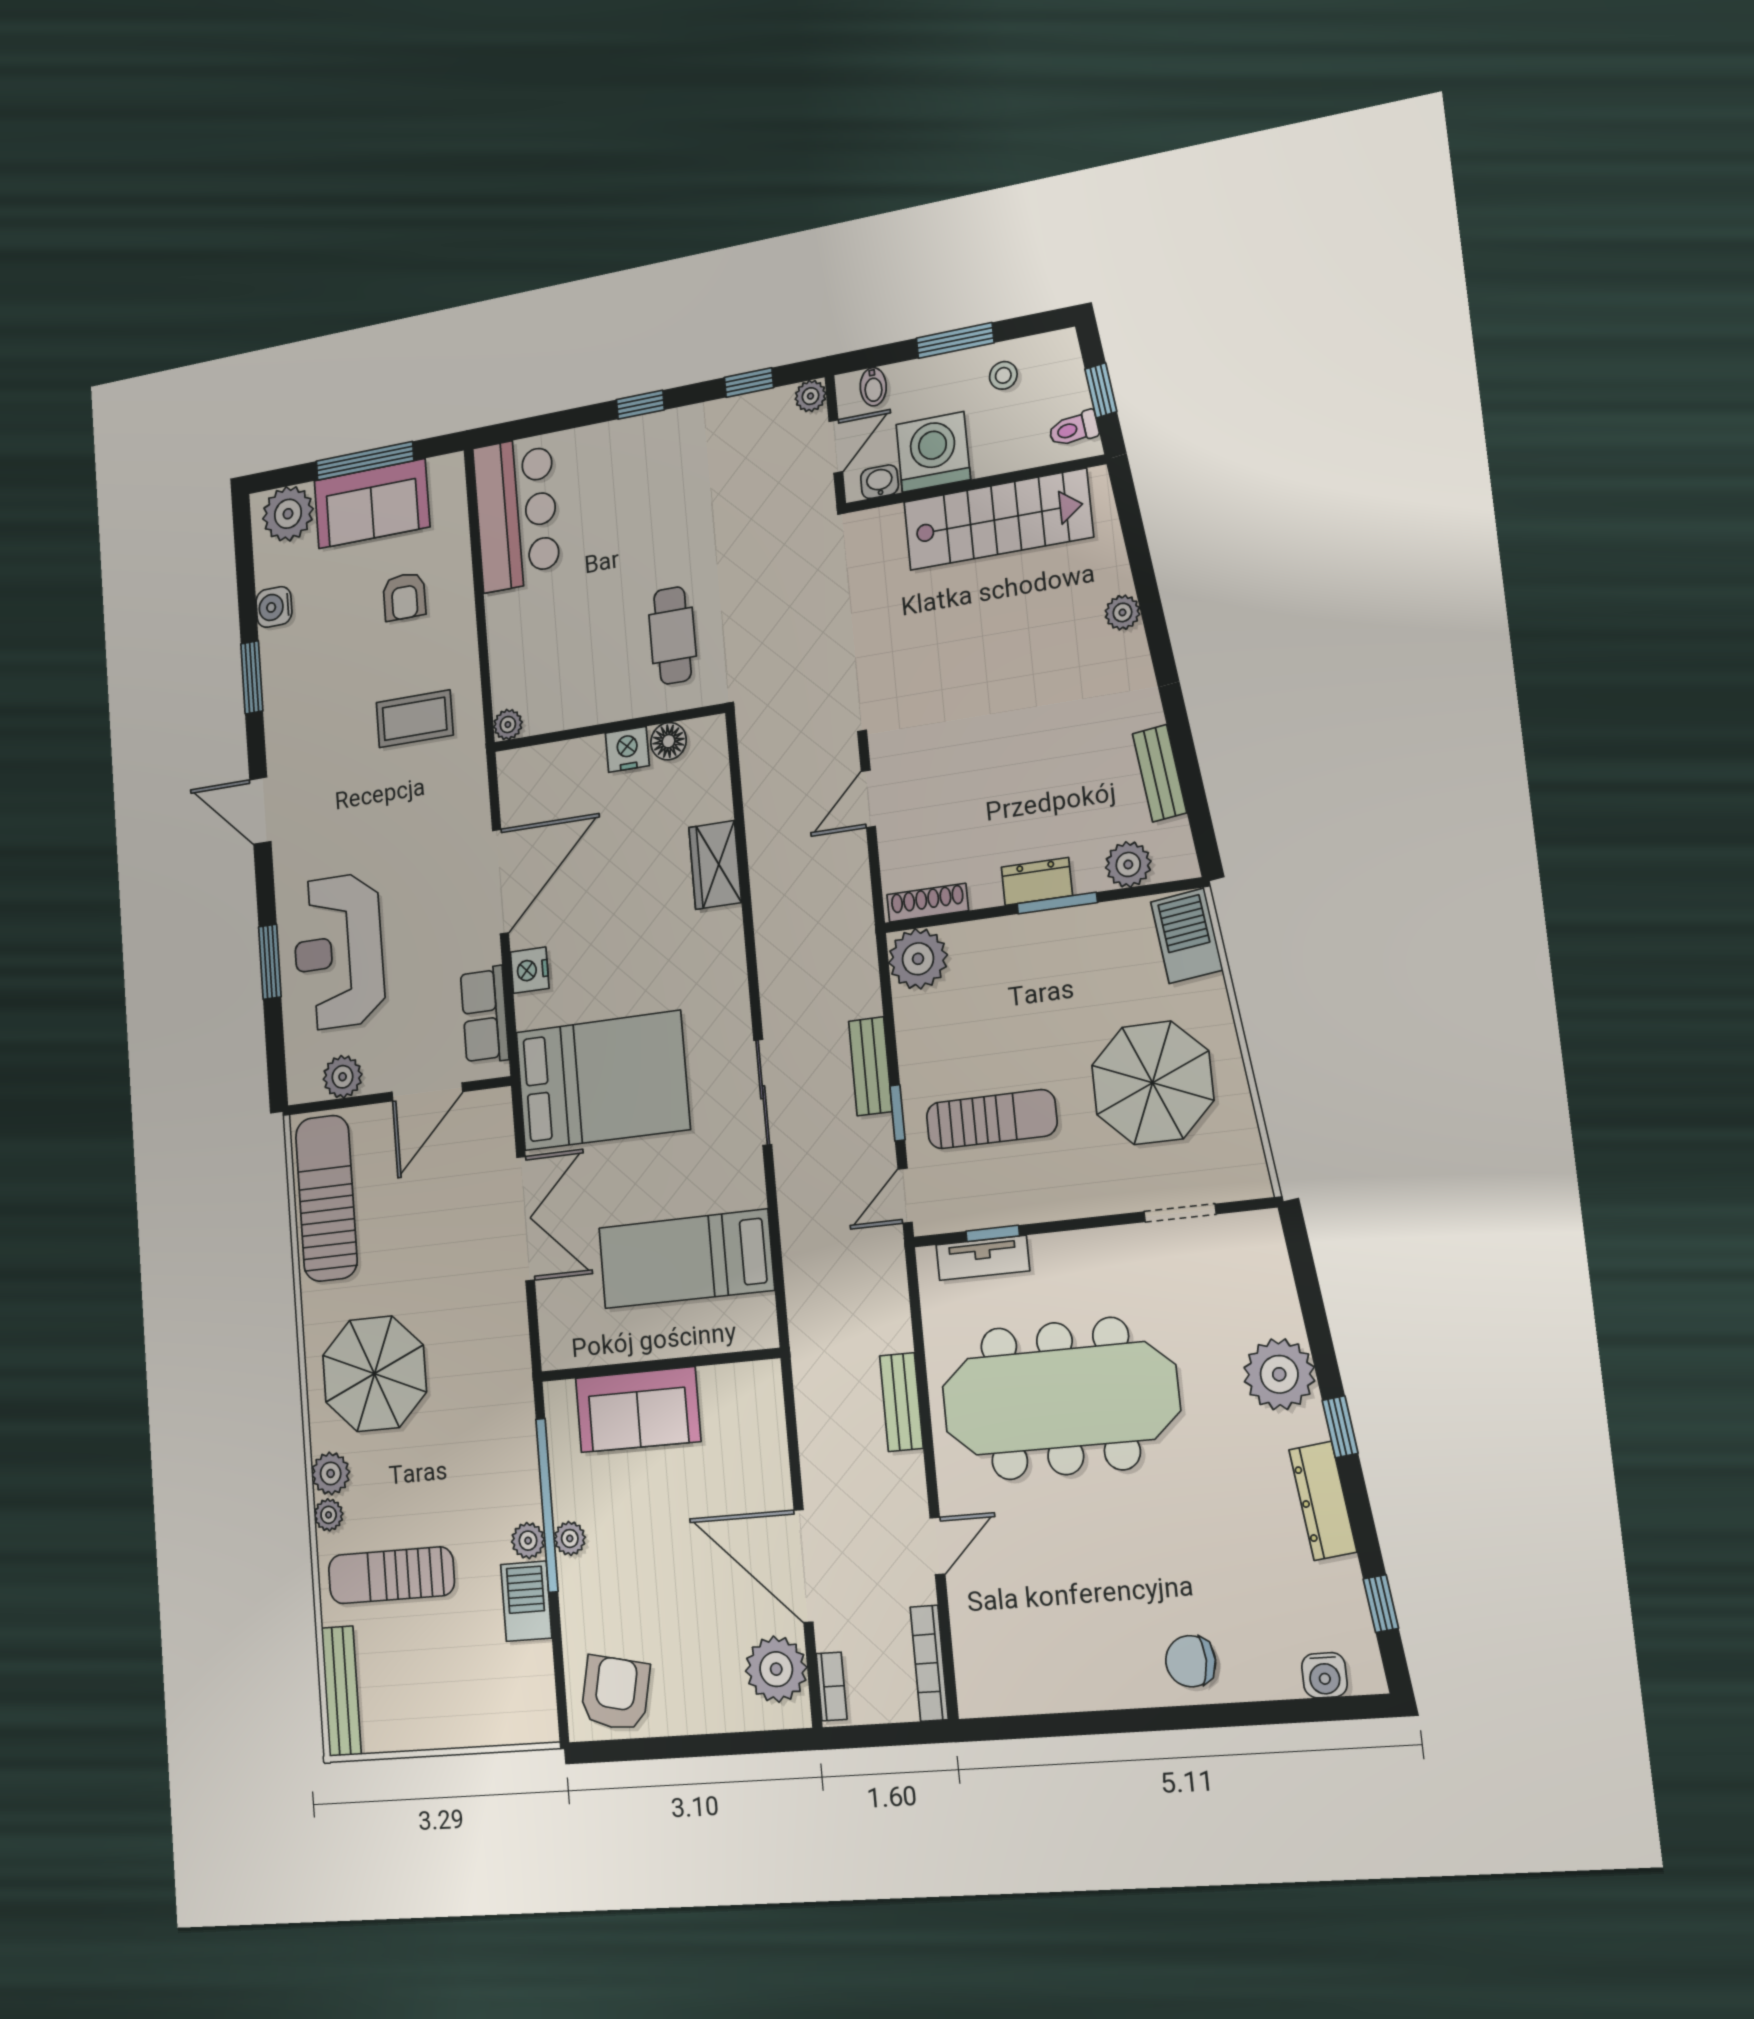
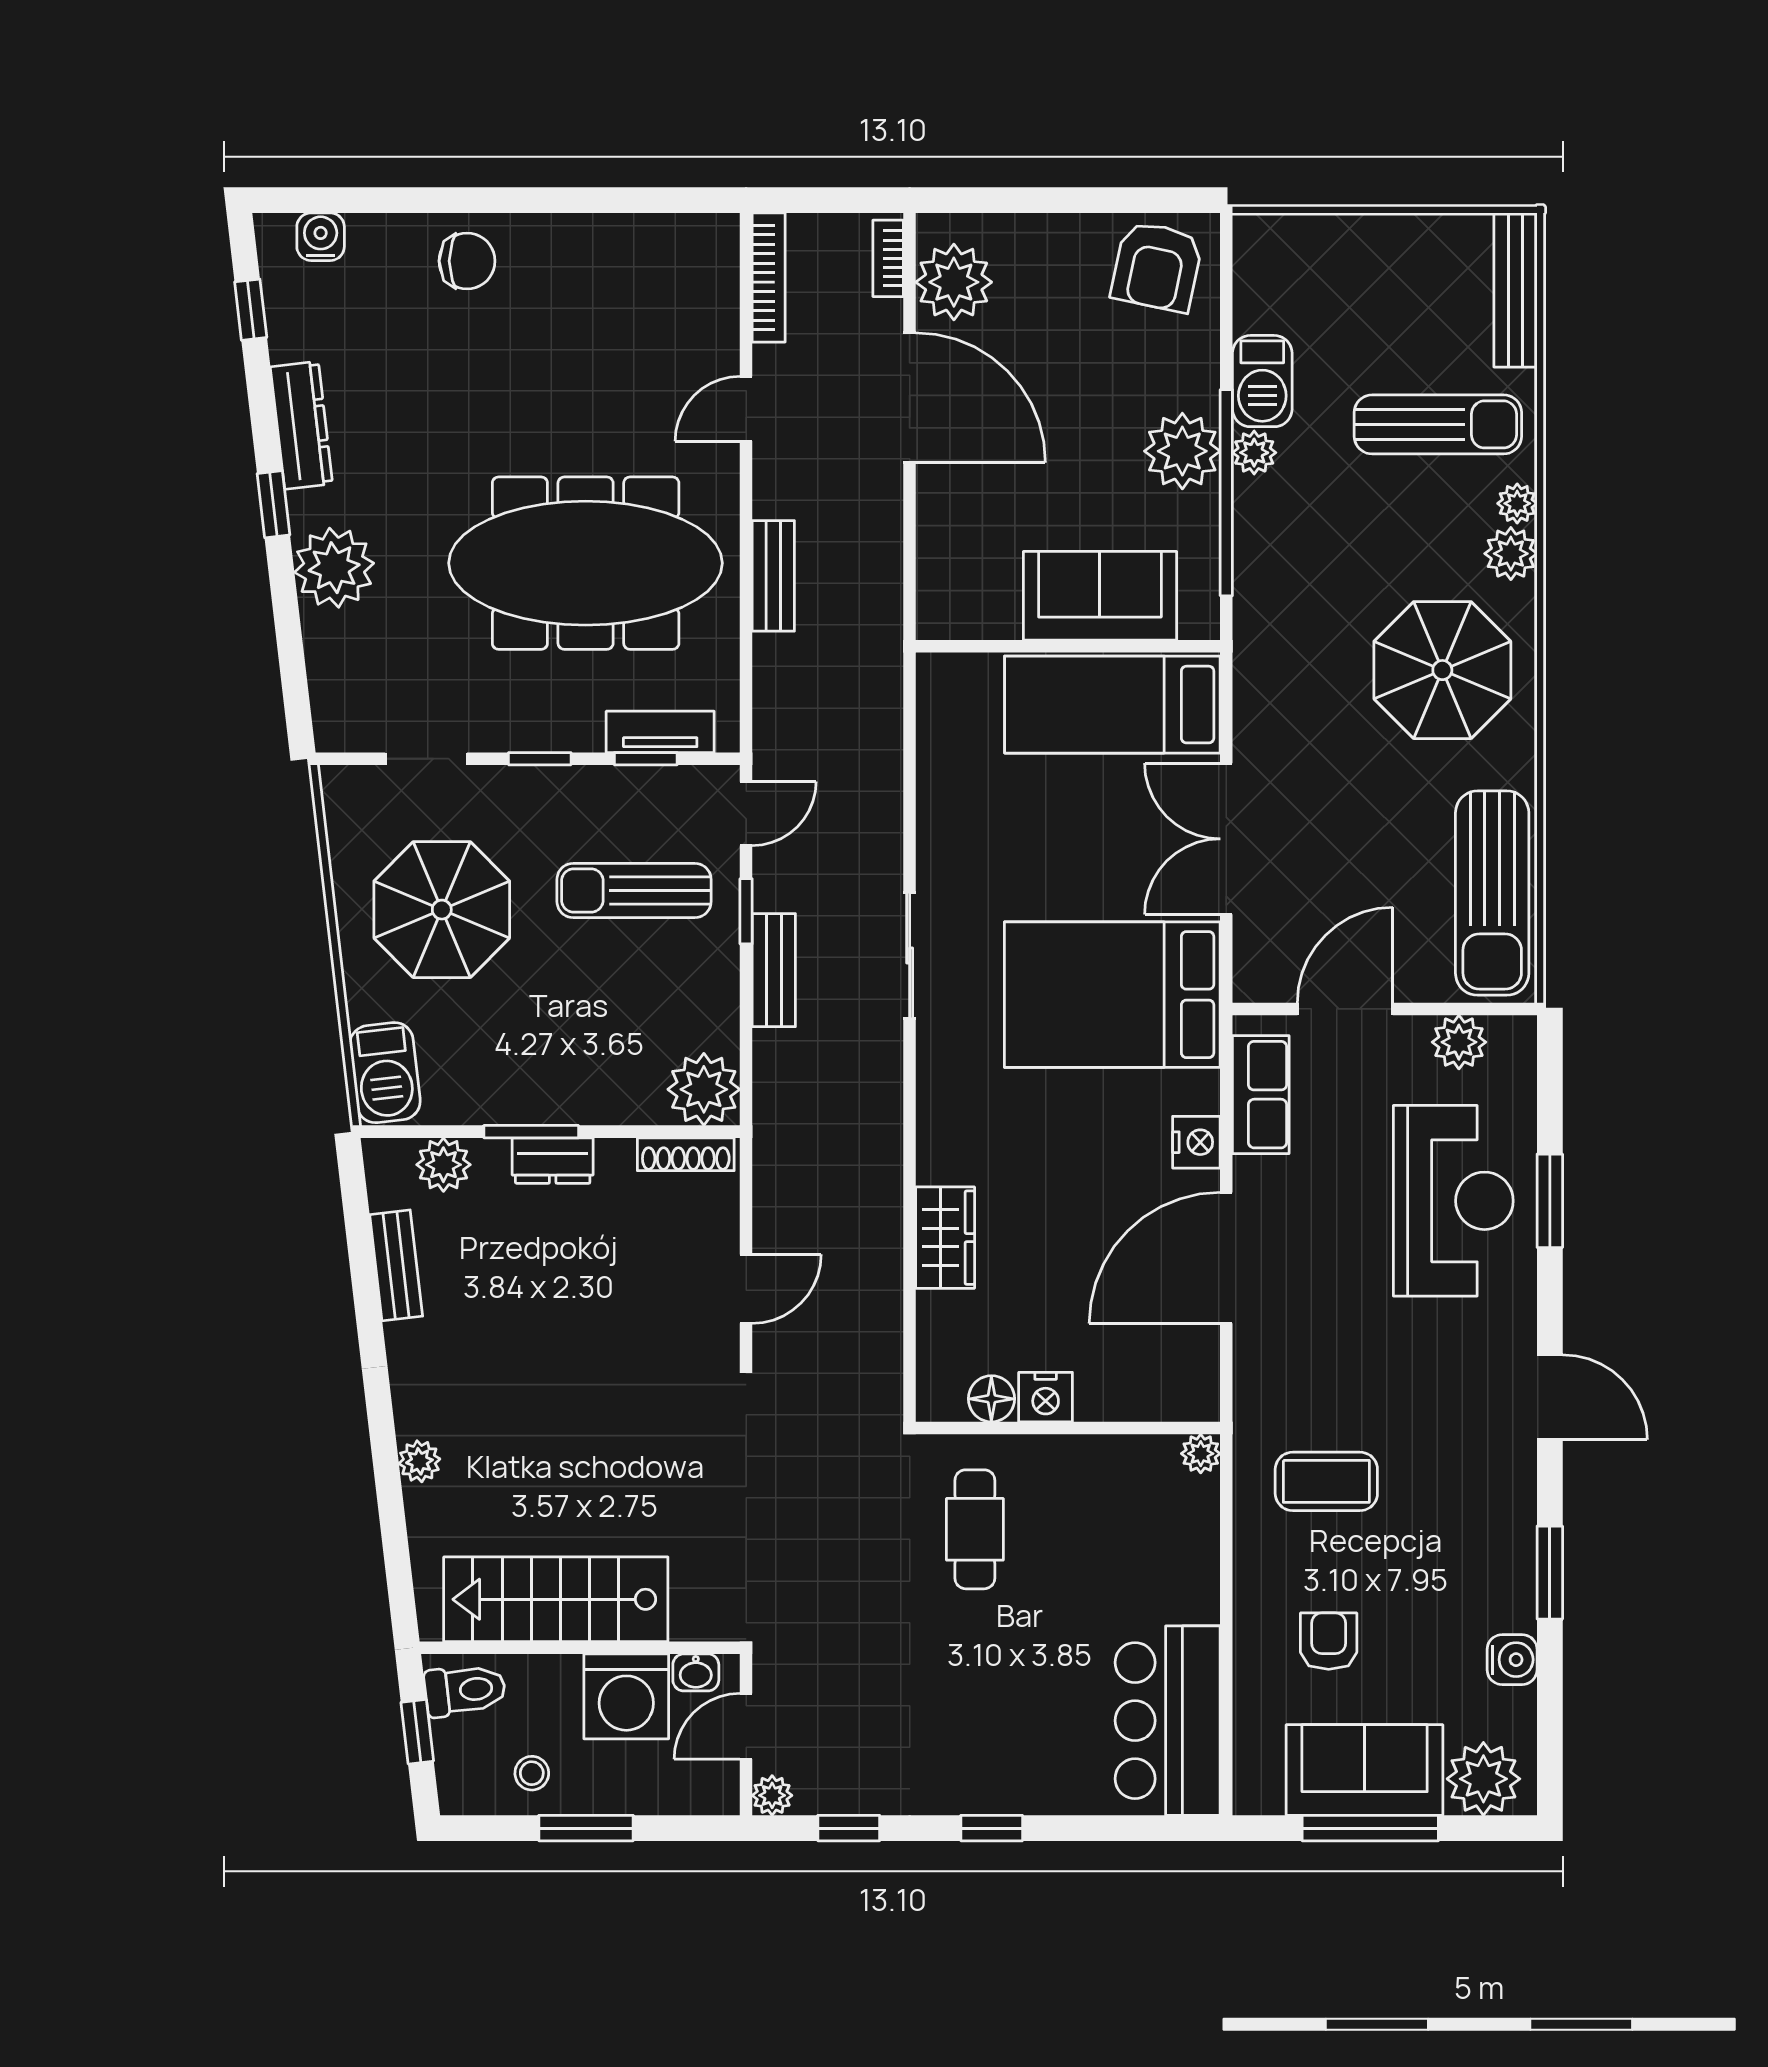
bidet: (873, 387) -> (693, 1791), removed
toilet: (1074, 429) -> (465, 1690), width x1.37, depth x1.39
window: (1082, 1224) -> (540, 759), added
bed: (686, 1259) -> (1112, 705), moved, turned 180
plant: (570, 1538) -> (1182, 451), width x1.88, depth x1.88

